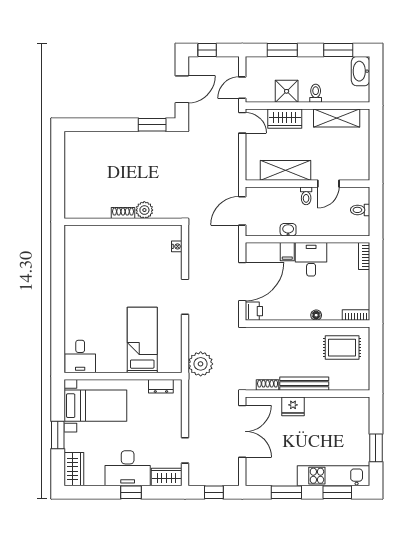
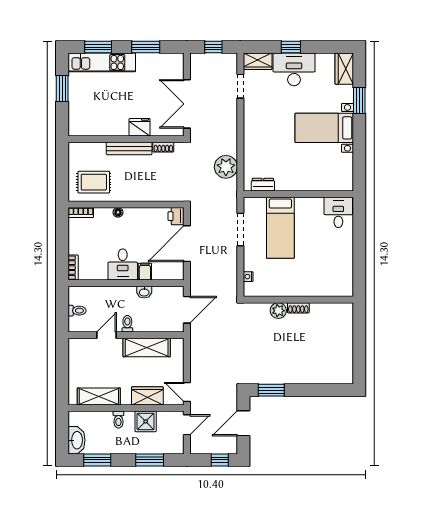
bed: (142, 340) -> (280, 228), moved
desk: (80, 357) -> (338, 212), moved
wall: (123, 376) -> (298, 194), moved
dresser: (161, 386) -> (263, 185), moved

